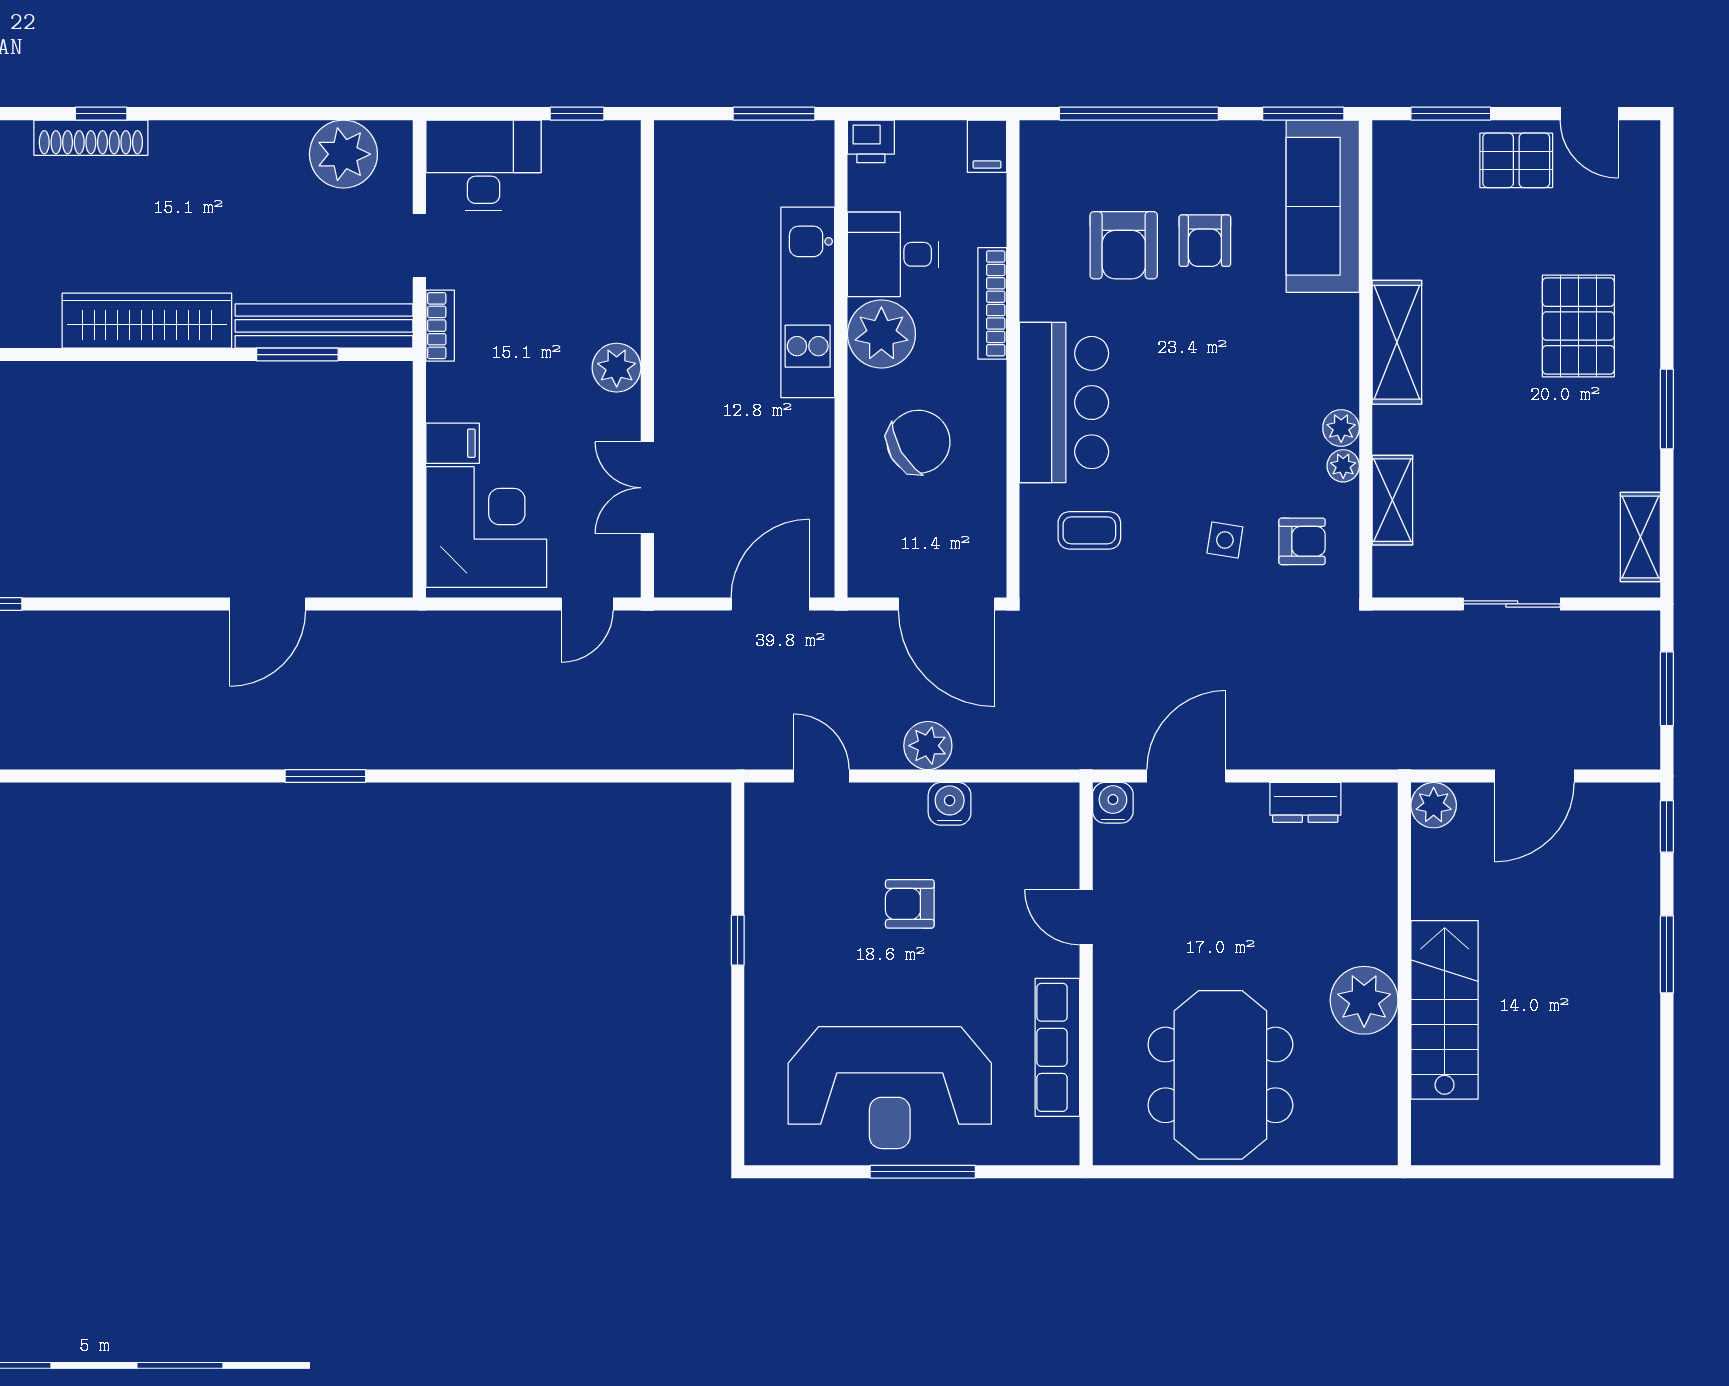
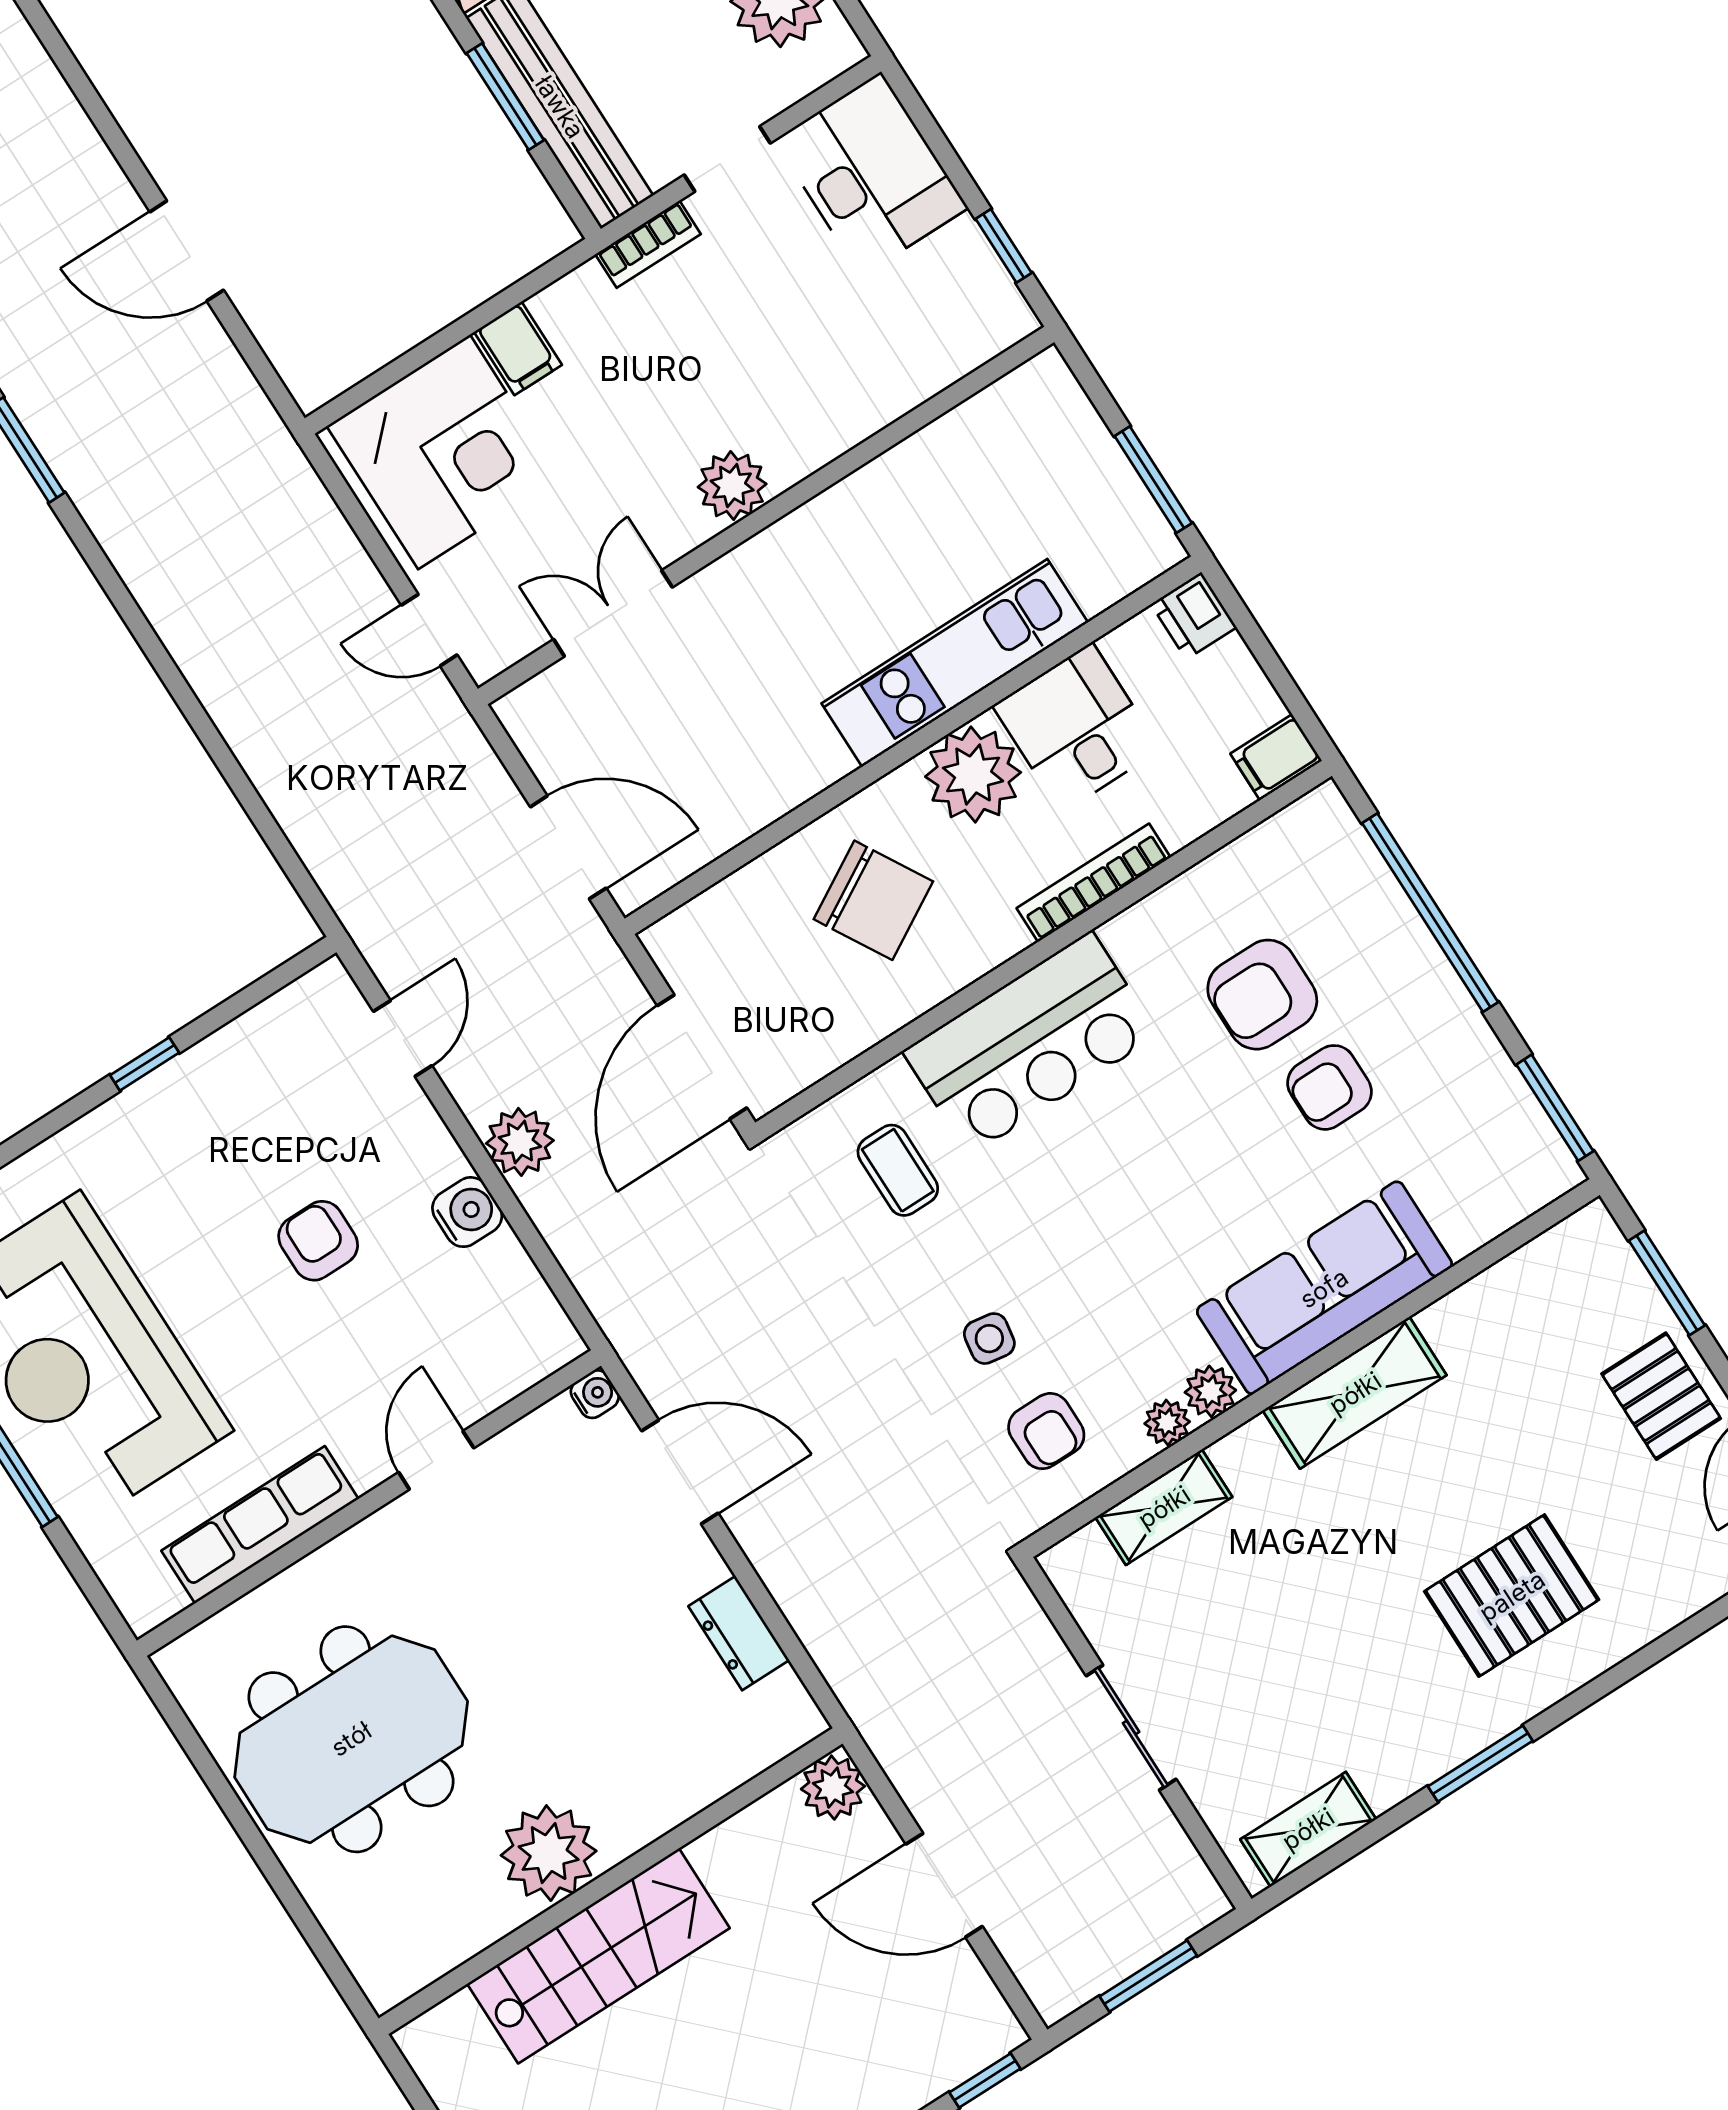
sofa: (1323, 206) -> (1324, 1288), moved
water cooler: (1113, 803) -> (595, 1394), width x0.72, depth x0.72

